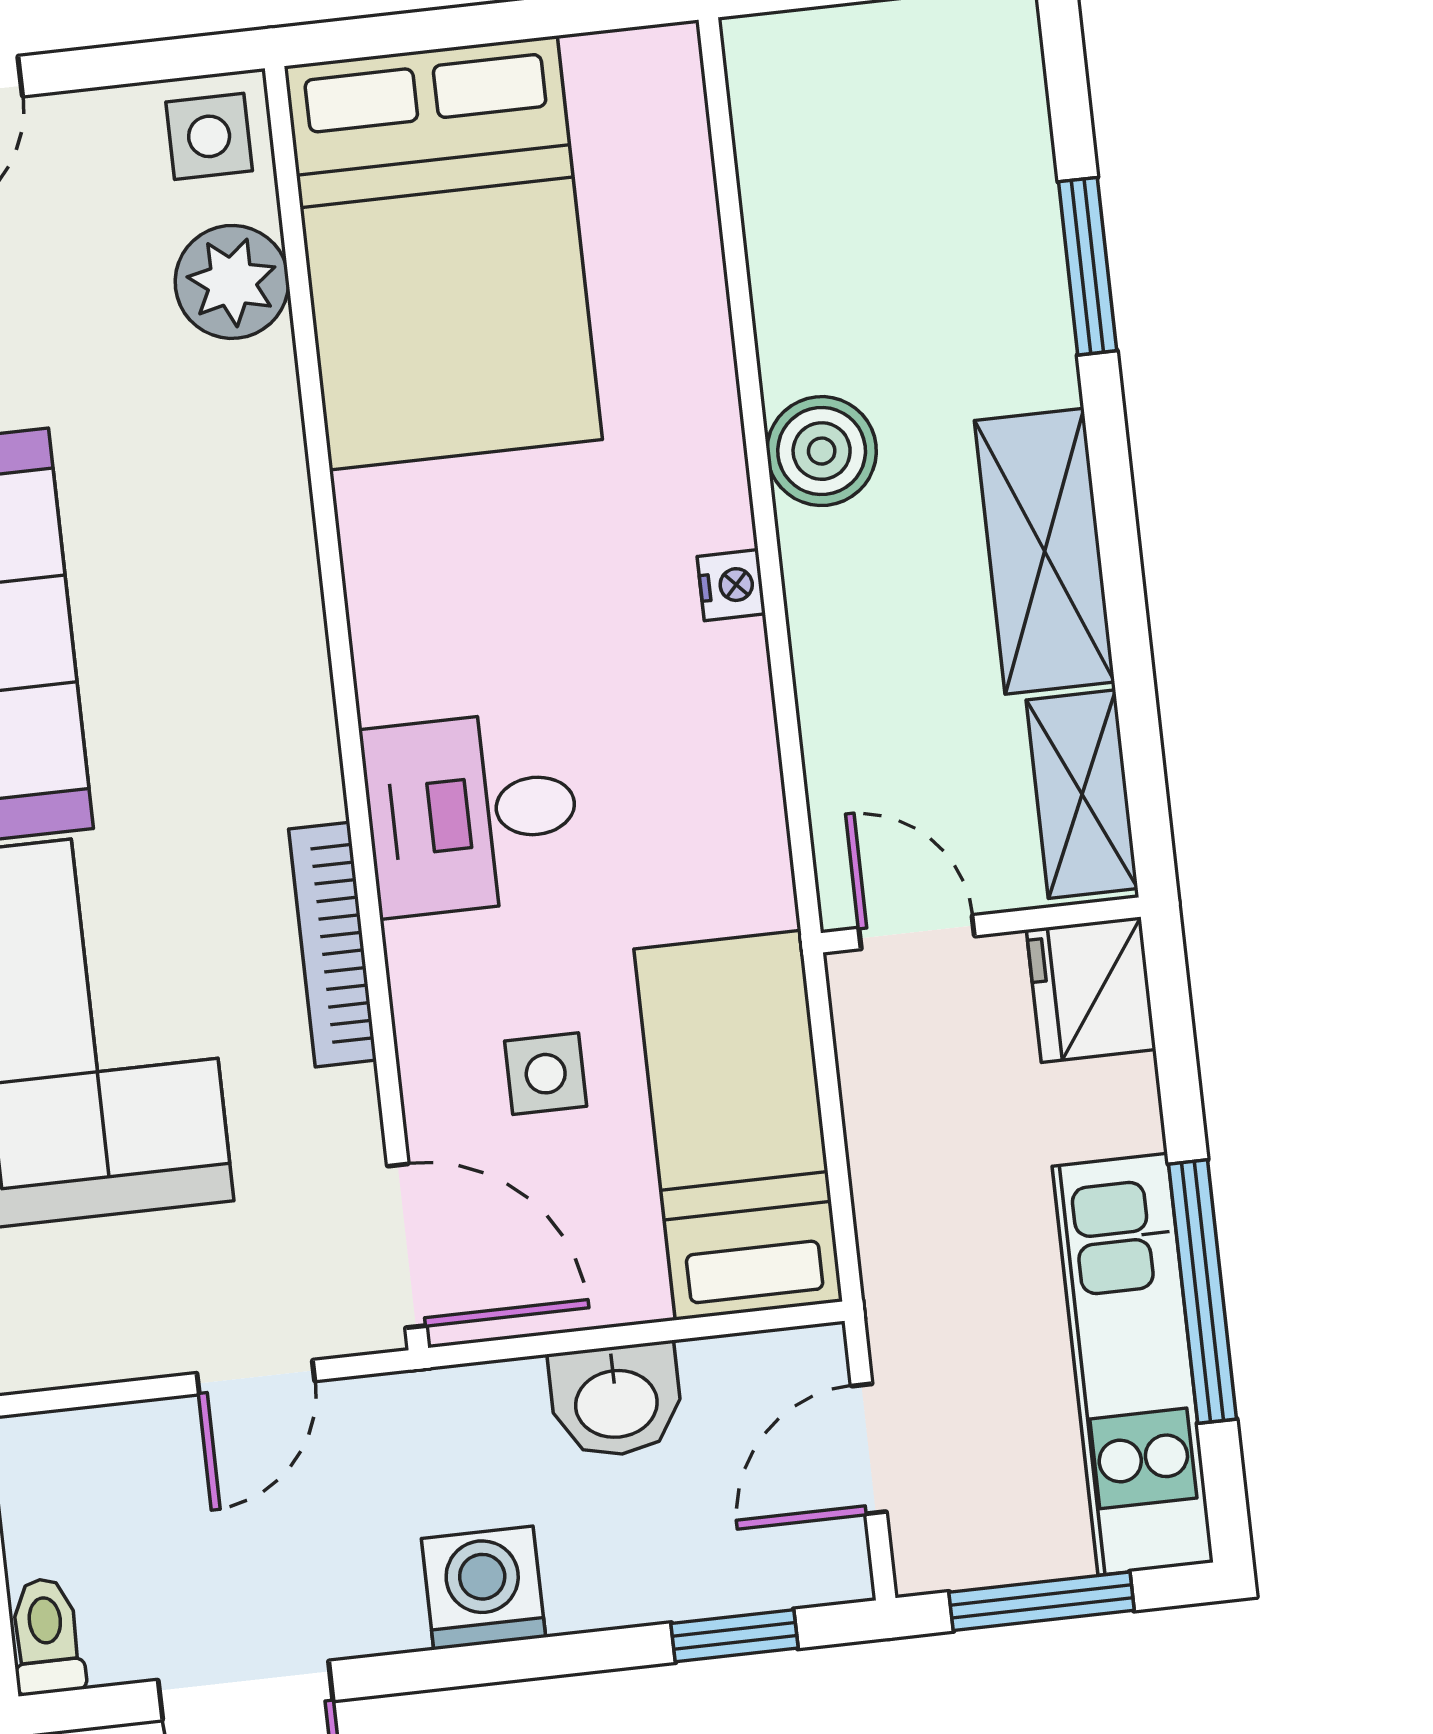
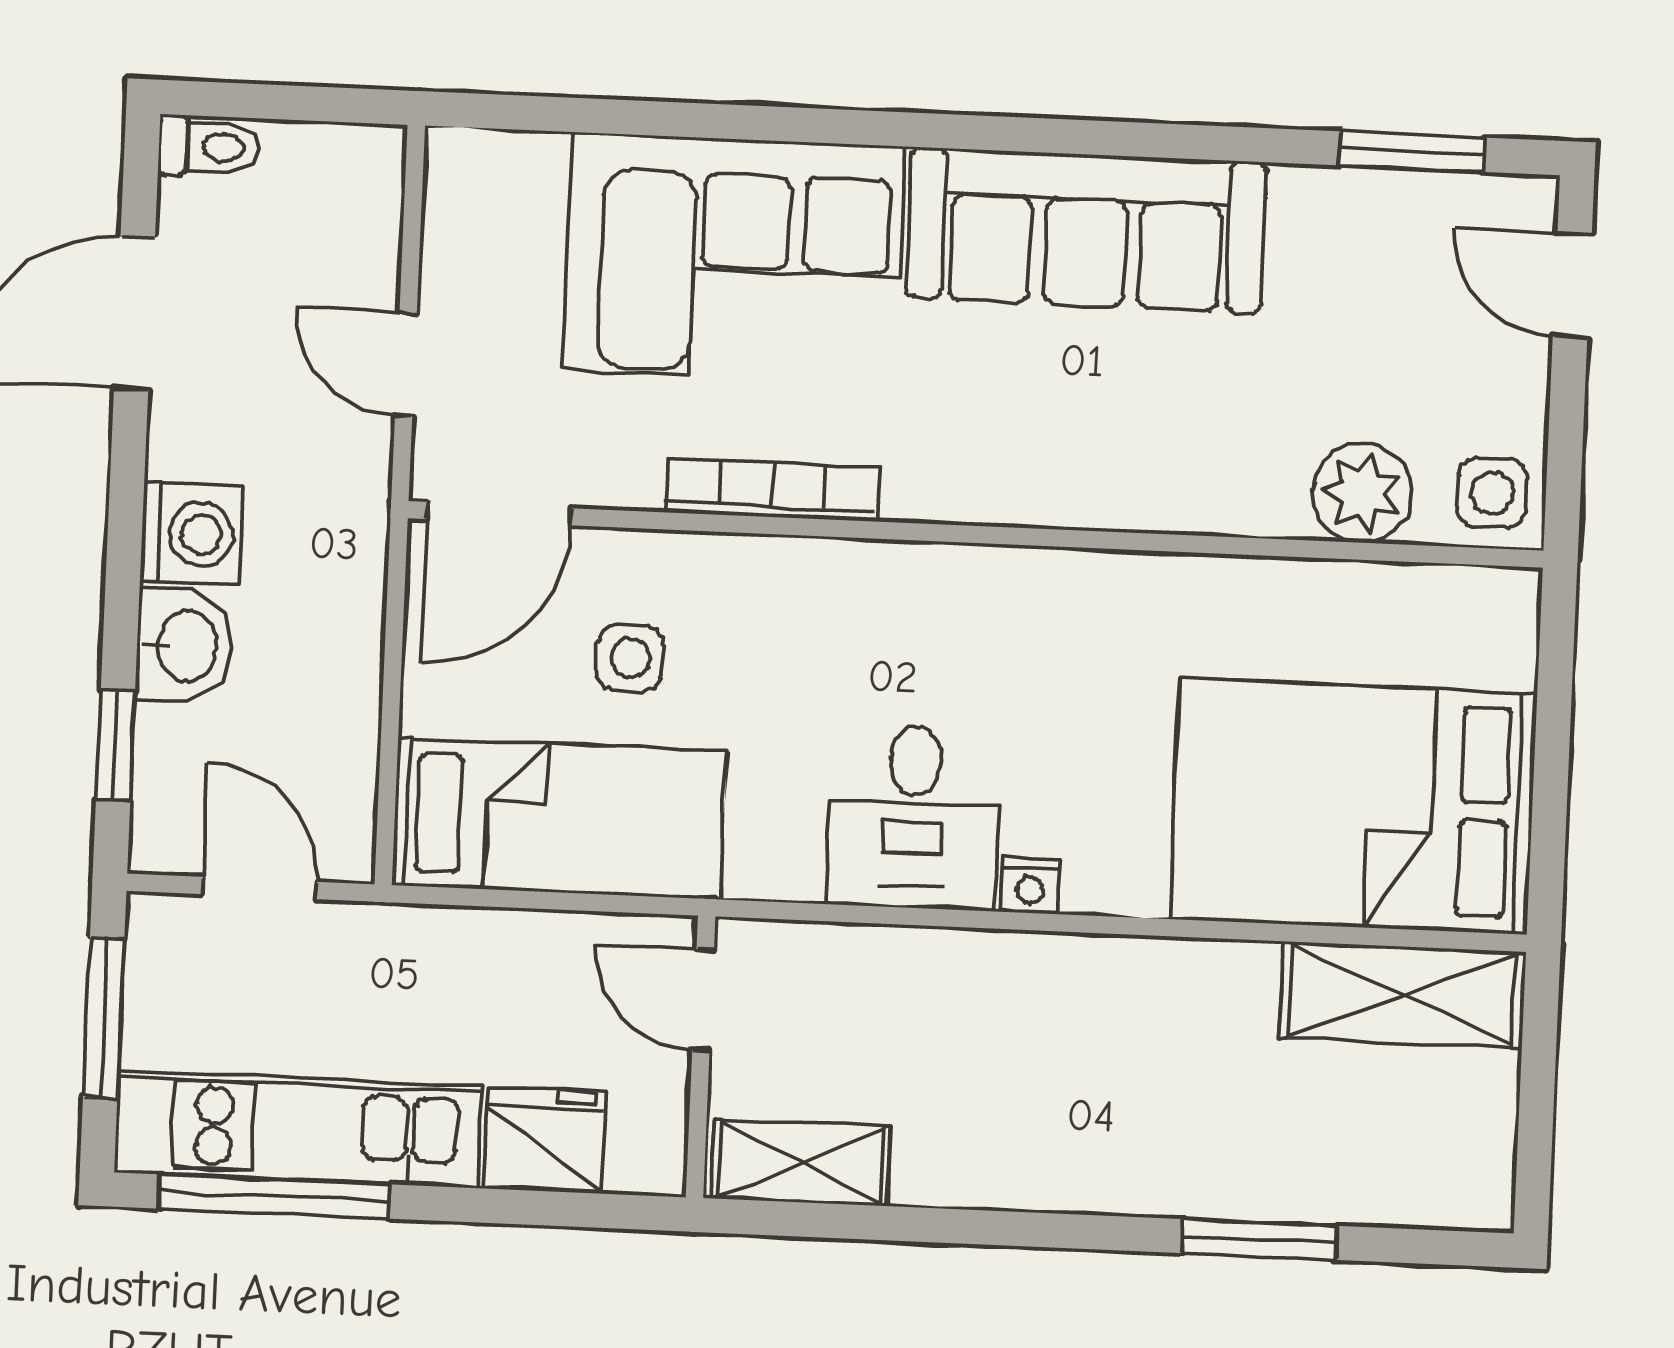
bed: (443, 253) -> (1353, 806), moved
boiler: (822, 451) -> (1135, 983), removed
shelving: (1045, 551) -> (1403, 995), moved
desk: (472, 813) -> (914, 817), moved, turned 180
door: (917, 932) -> (703, 1000), swing flipped
fridge: (1091, 990) -> (544, 1140), moved
window: (1203, 1292) -> (274, 1197), moved
washbasin: (616, 1401) -> (184, 646), moved, turned 180

